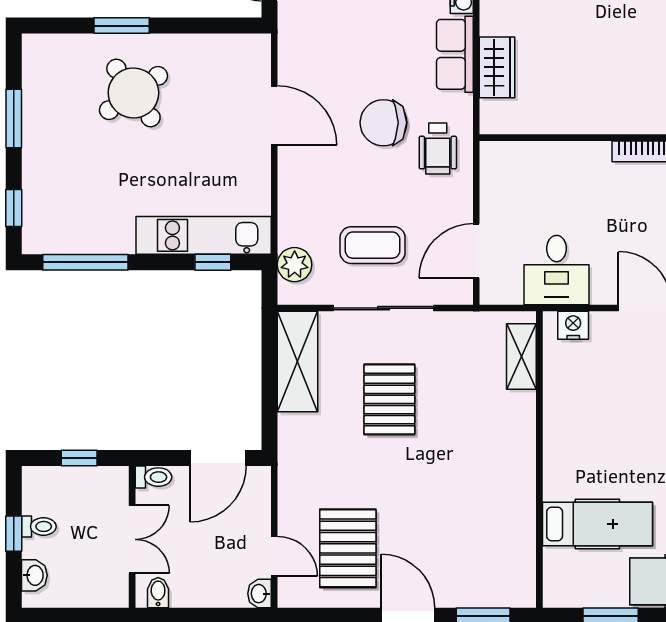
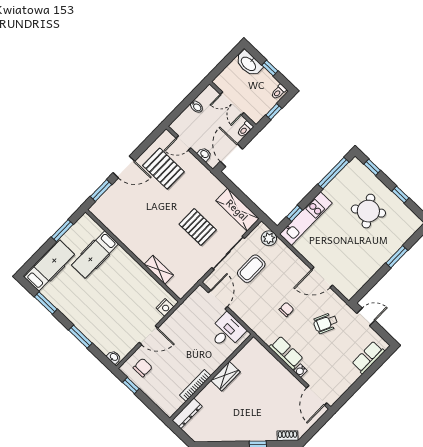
wardrobe: (497, 67) -> (225, 376), moved, turned -90
round table: (133, 93) -> (368, 211), moved
window: (14, 118) -> (400, 195), width x0.67
chair: (383, 123) -> (286, 309), width x0.54, depth x0.54
wheelchair: (438, 148) -> (326, 323), moved, turned -65
desk: (557, 270) -> (227, 331), moved, turned 90
shelving: (521, 356) -> (159, 270), moved
toilet: (39, 526) -> (279, 92), moved
washbasin: (34, 575) -> (249, 64), width x1.91, depth x1.45
bidet: (158, 593) -> (196, 107), moved
washbasin: (259, 594) -> (204, 154), moved

